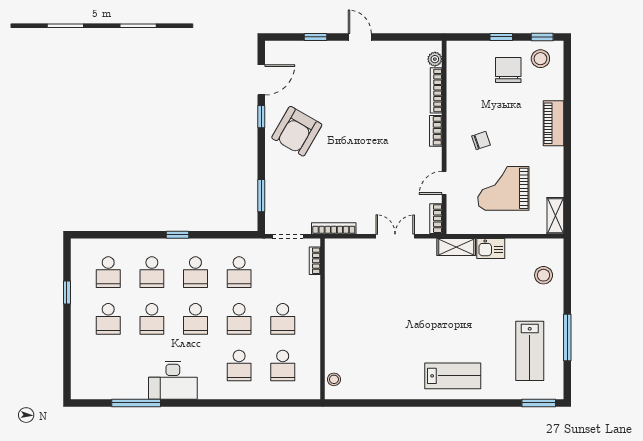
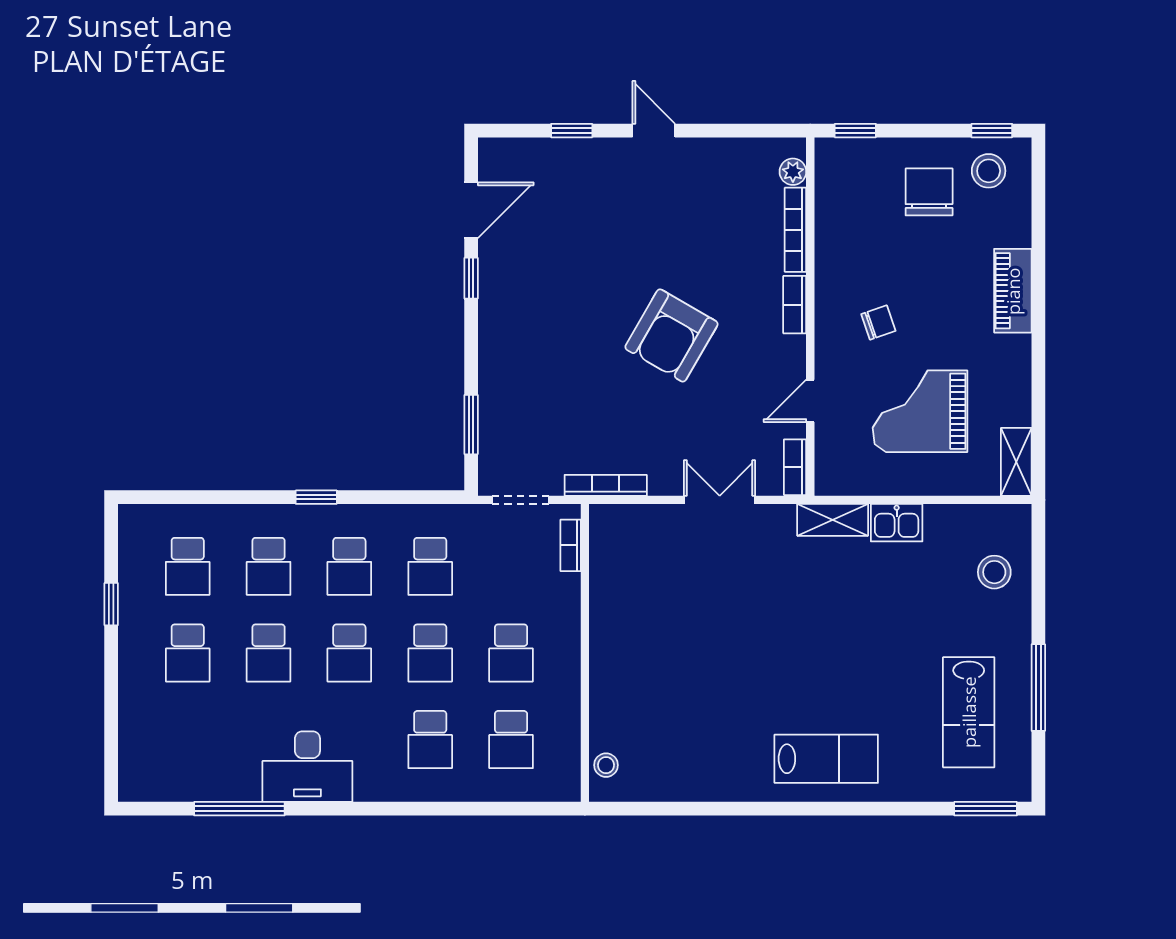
window: (501, 37) -> (855, 131), moved
armchair: (297, 131) -> (671, 335), moved

